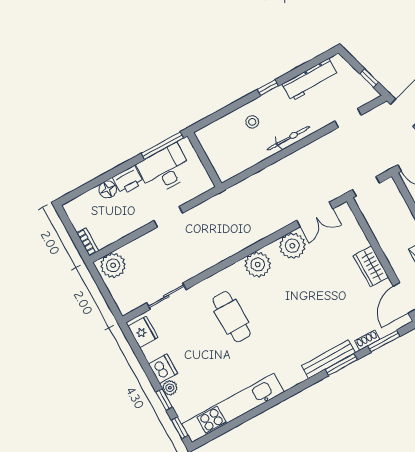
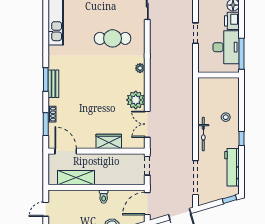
window: (369, 78) -> (229, 199), moved
doorway: (348, 118) -> (196, 178), width x1.88
plant: (258, 264) -> (140, 68), width x0.53, depth x0.53
wardrobe: (371, 266) -> (109, 141), moved
bench: (328, 359) -> (53, 84), width x0.73
window: (341, 365) -> (46, 79), moved

